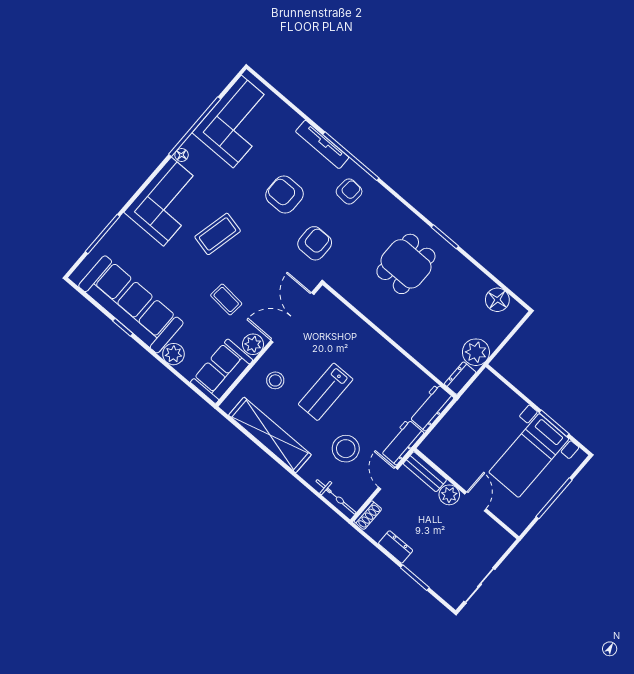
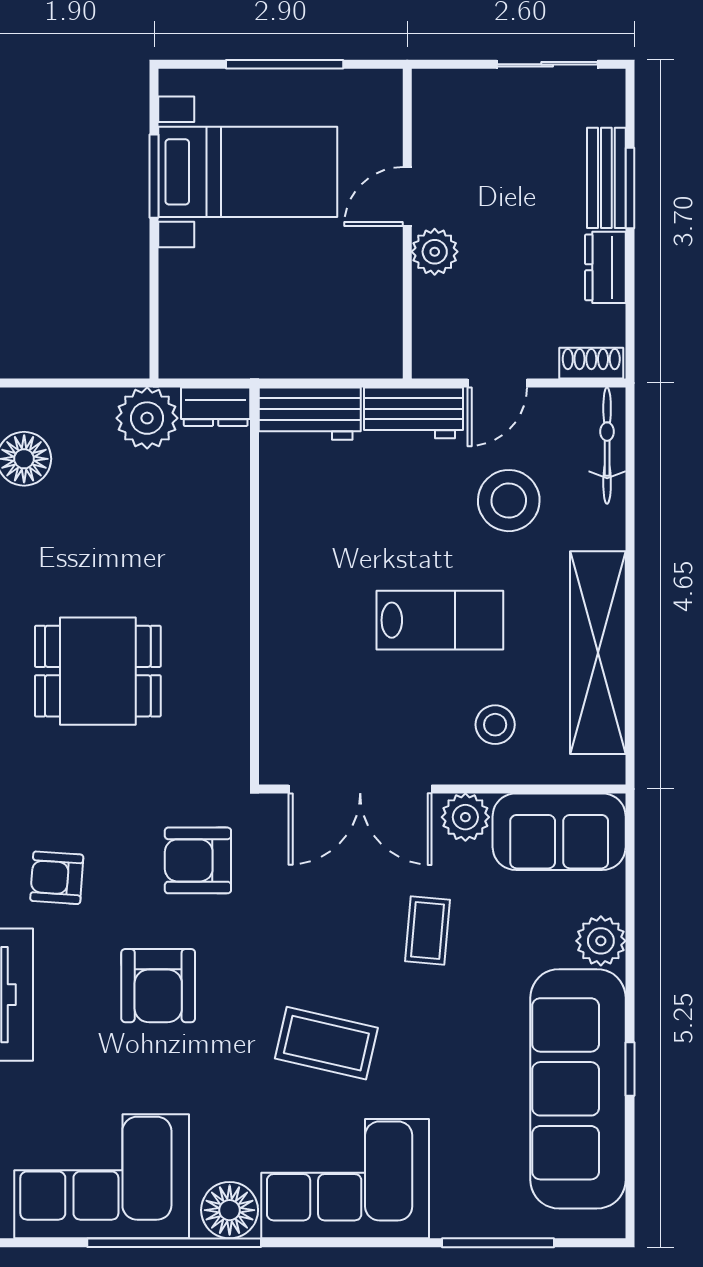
floor lamp: (182, 155) -> (230, 1210), width x1.89, depth x1.89
bench: (425, 472) -> (606, 178), moved

